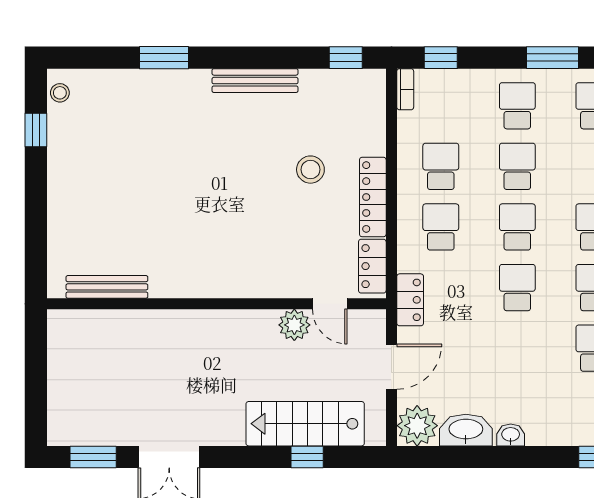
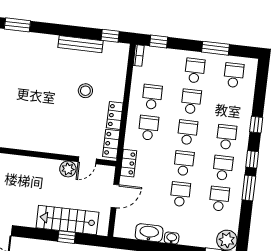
bench: (255, 81) -> (81, 44), moved
locker: (373, 197) -> (115, 115), width x0.66
door: (330, 304) -> (87, 160), hinge flipped
school desk: (517, 348) -> (180, 194), added
plant: (417, 426) -> (125, 228), removed

